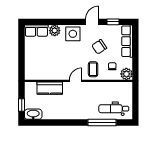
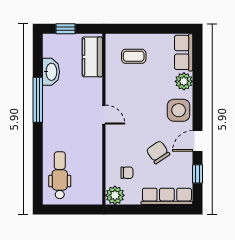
door: (92, 22) -> (197, 141), swing flipped
coffee table: (93, 69) -> (134, 56), moved
kitchen counter: (50, 88) -> (92, 57), moved
washbasin: (33, 114) -> (51, 72), moved
window: (102, 123) -> (38, 100), moved

